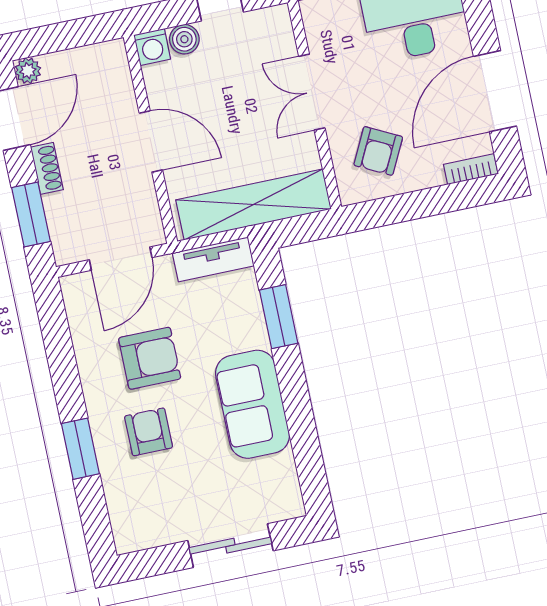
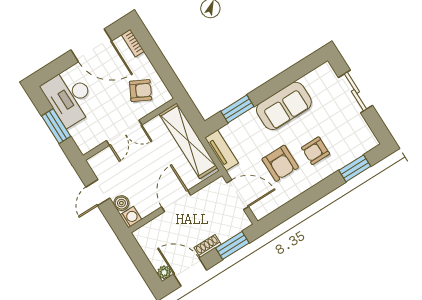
armchair: (150, 358) -> (280, 163), turned 180
window: (80, 449) -> (355, 168), moved

